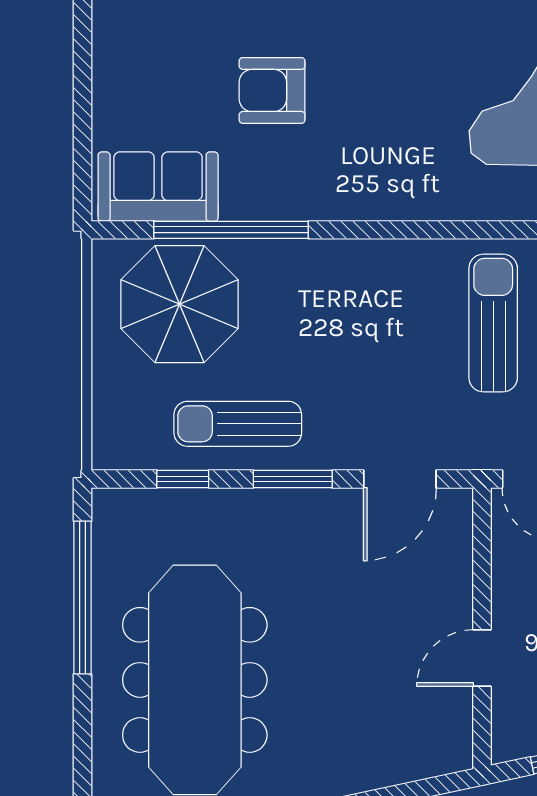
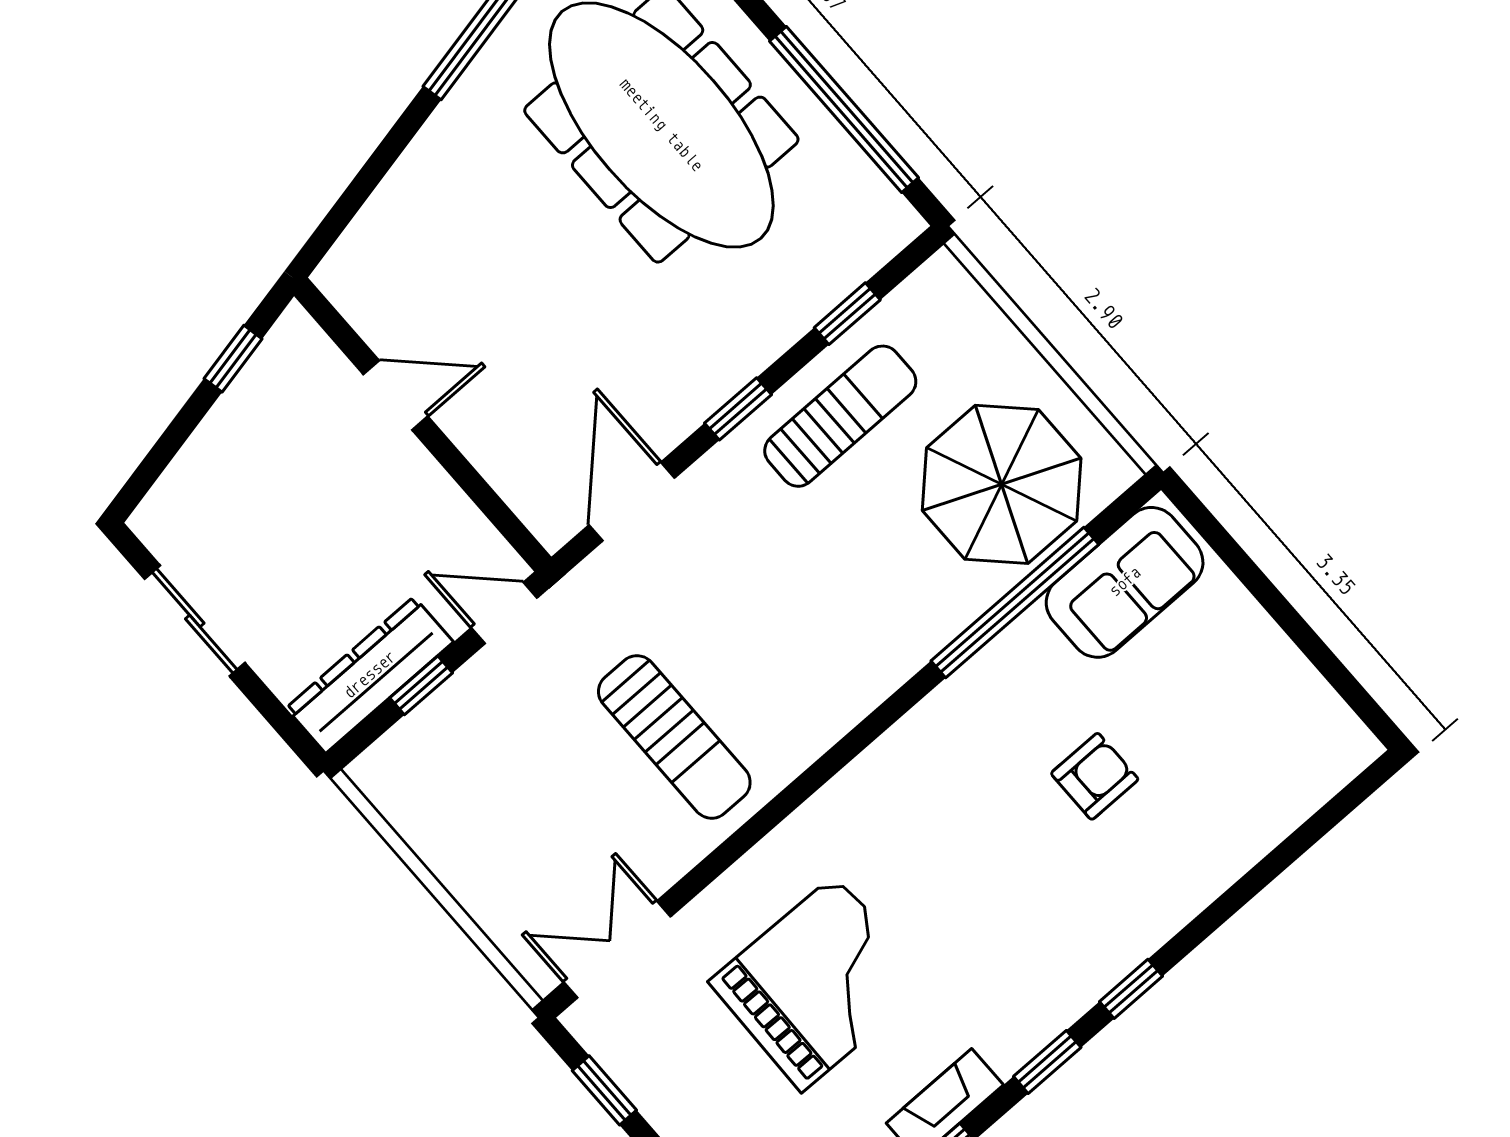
armchair: (272, 90) -> (1095, 776), width x0.72, depth x0.72
window: (293, 479) -> (738, 409), width x0.67
door: (482, 658) -> (396, 395), hinge flipped

